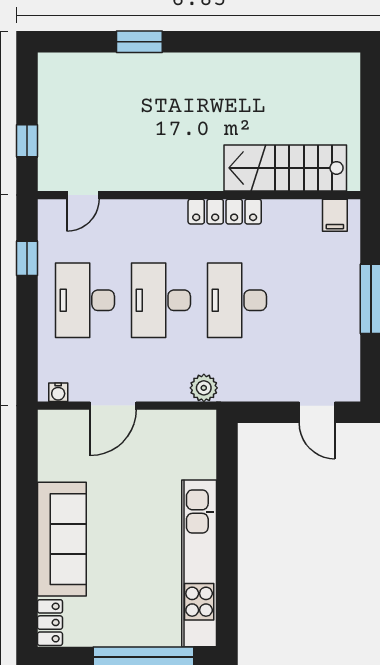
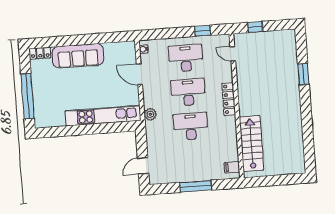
locker: (225, 212) -> (229, 99), moved
kitchen unit: (199, 563) -> (103, 116), moved

